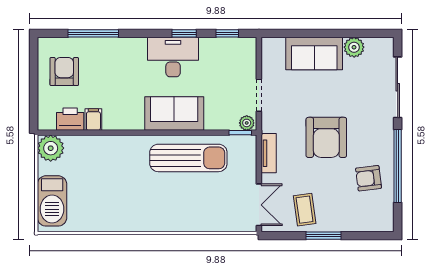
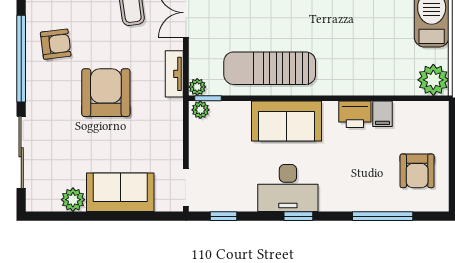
window: (184, 33) -> (298, 216), moved
doorway: (259, 95) -> (186, 187), moved
printer: (70, 119) -> (355, 114), moved
plant: (249, 142) -> (197, 87), added

